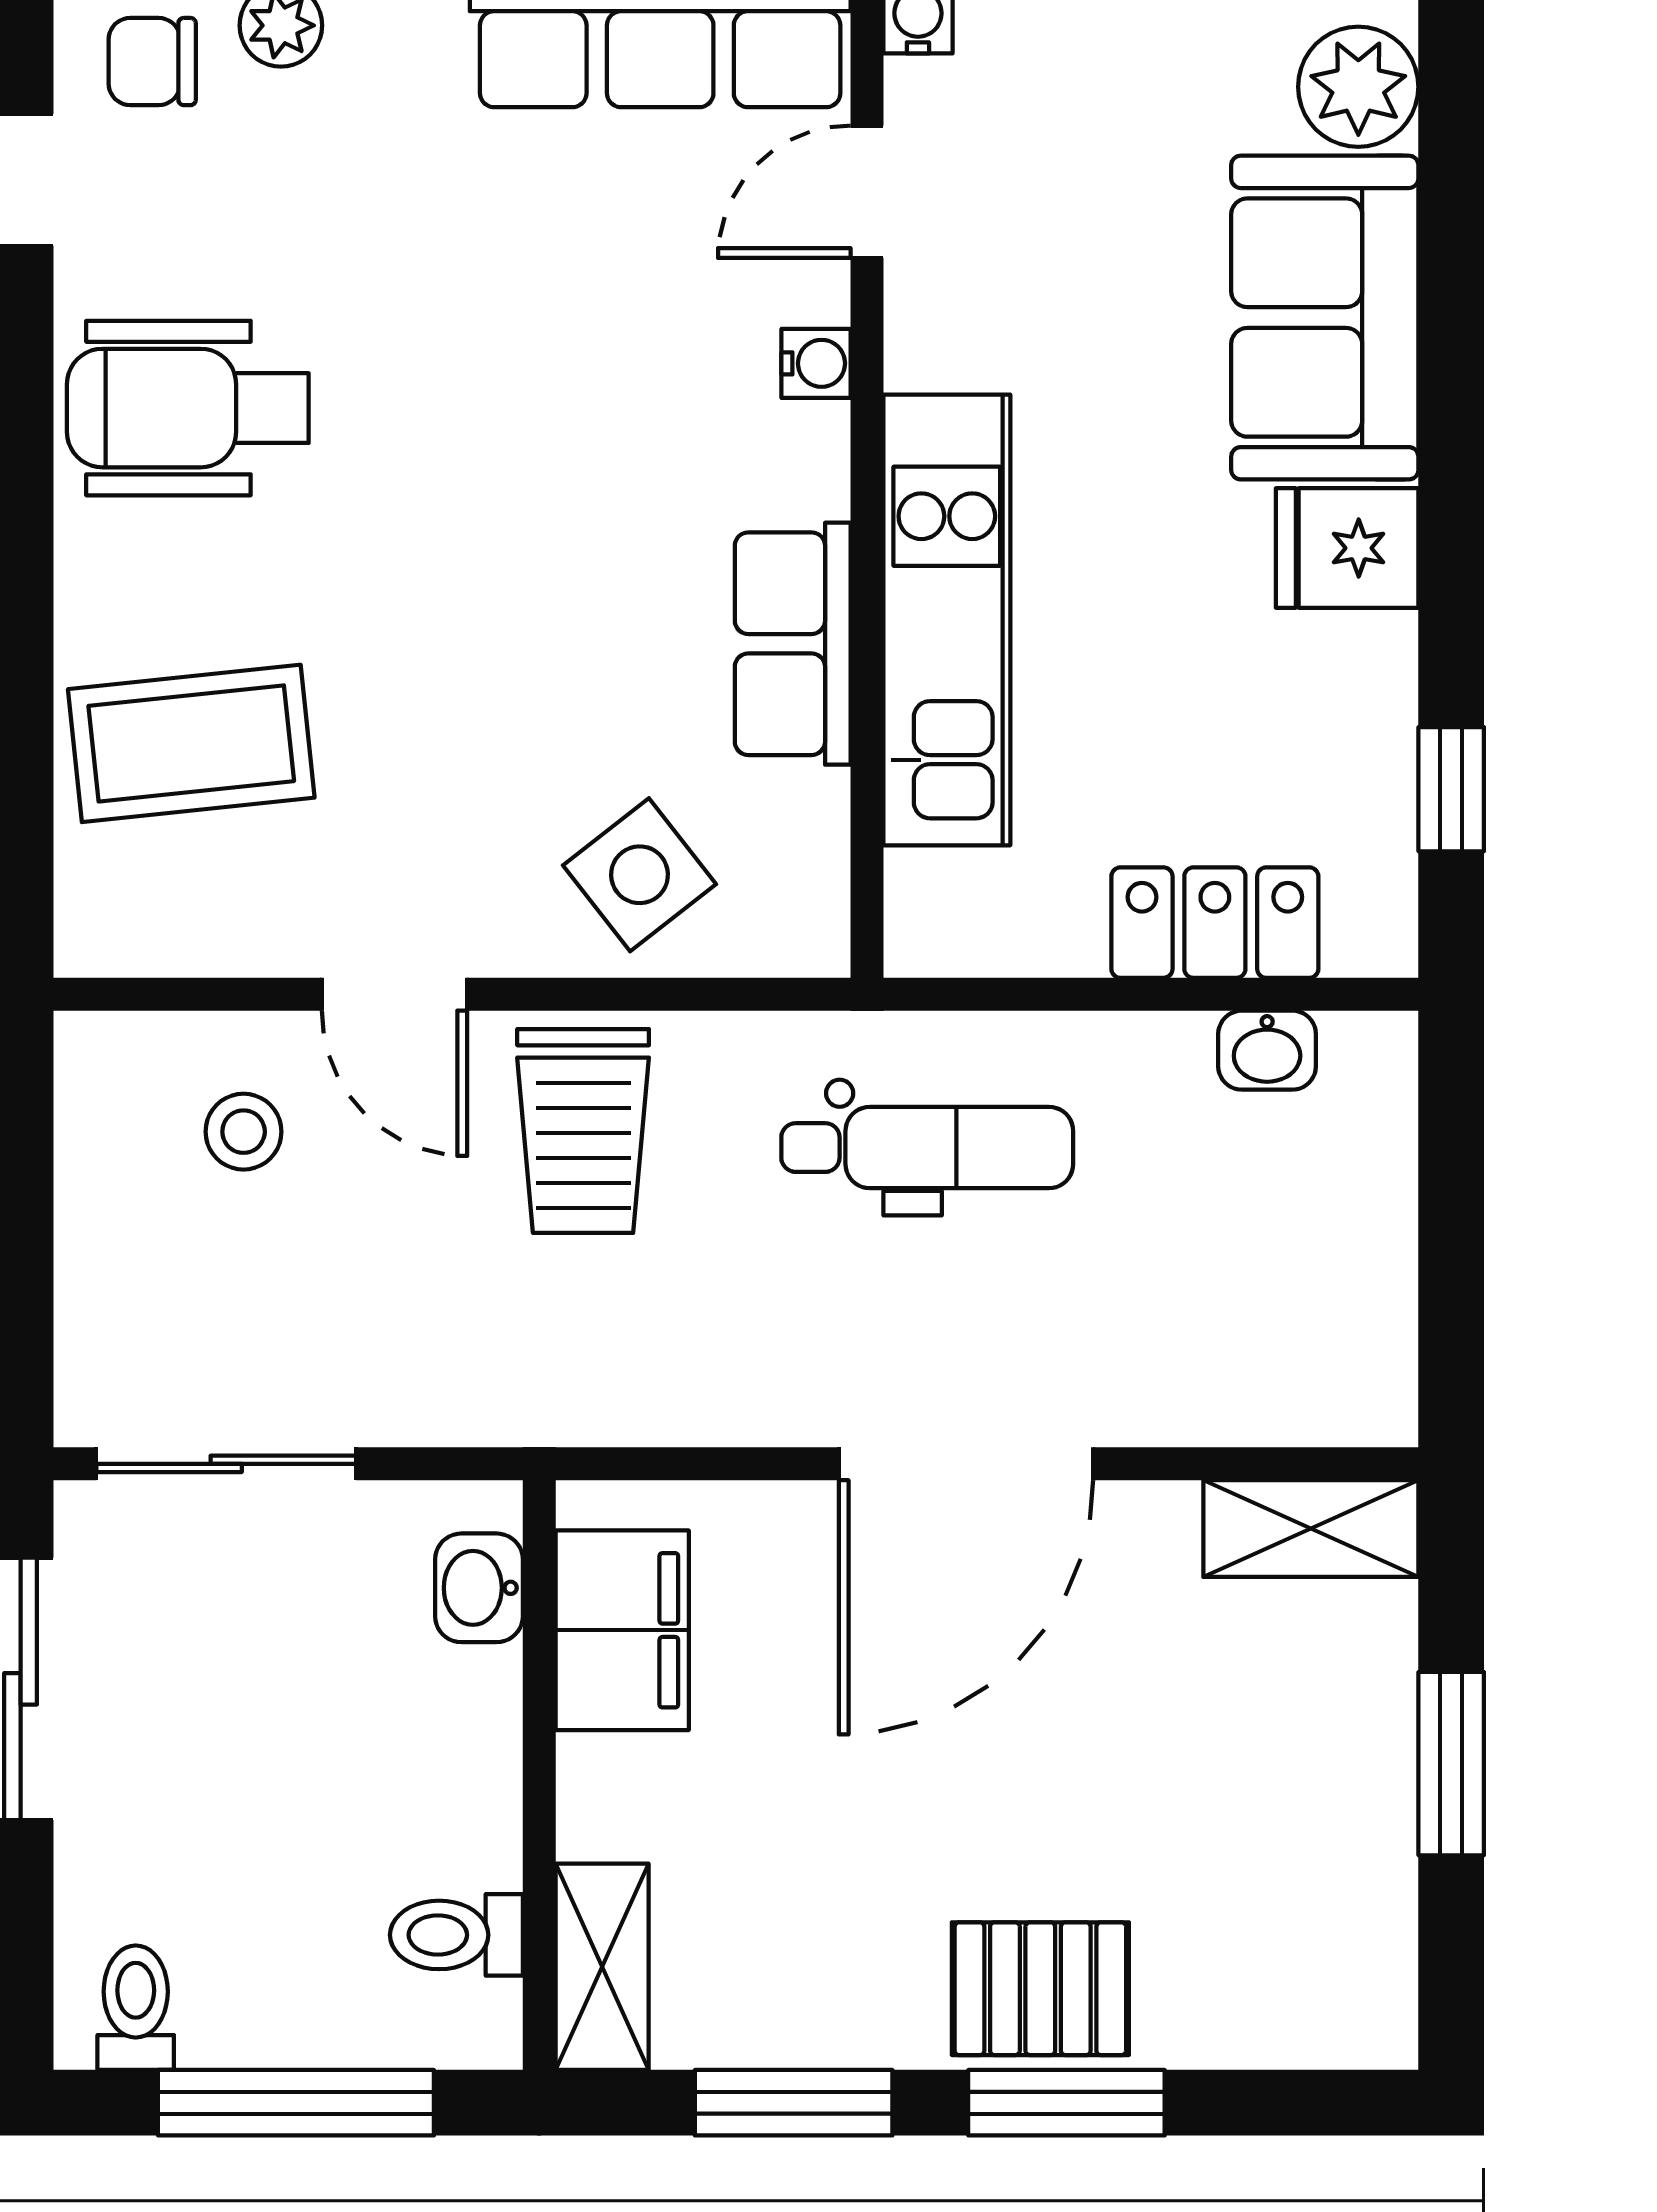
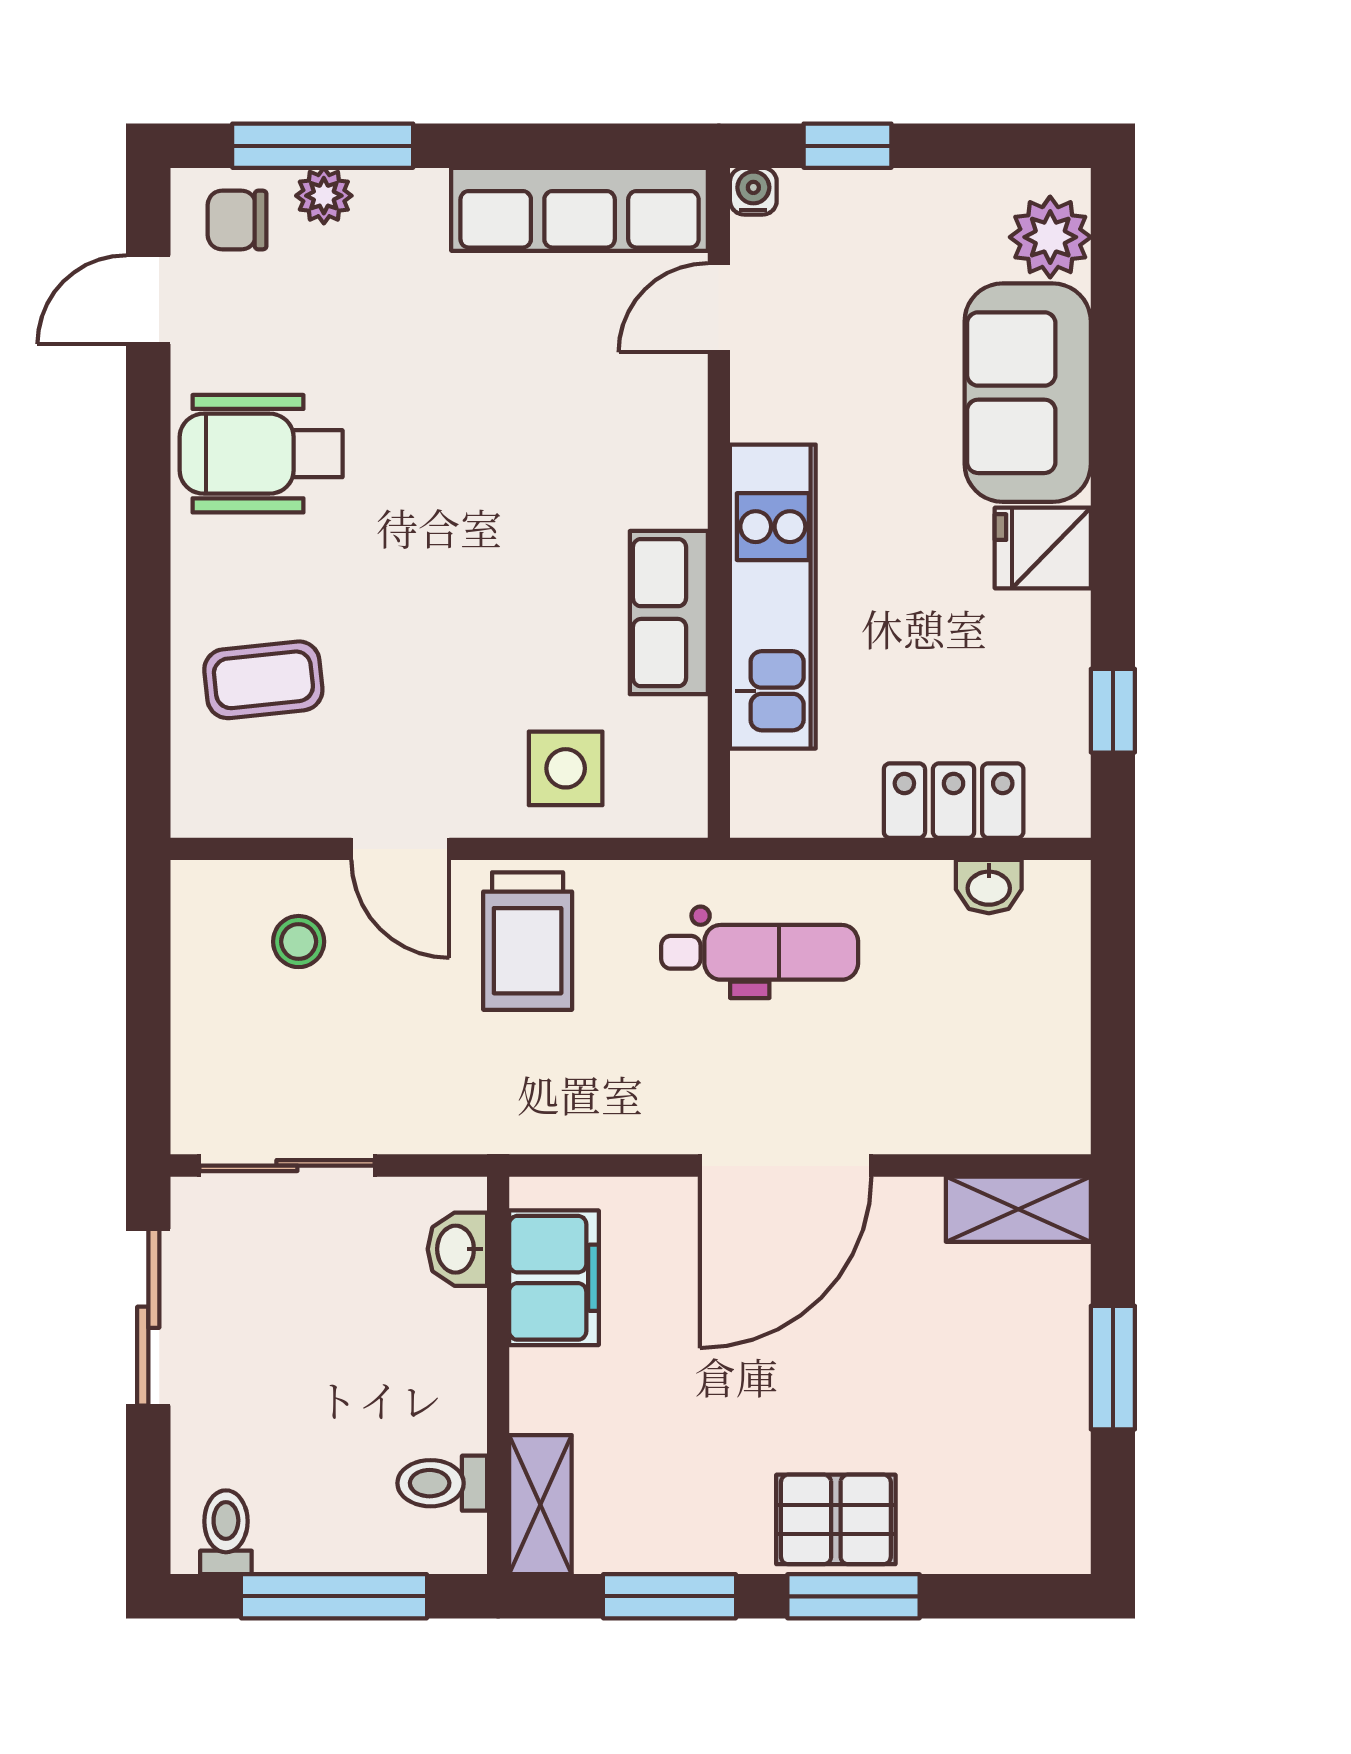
water cooler: (816, 363) -> (685, 424), removed
coffee table: (191, 743) -> (263, 680), width x0.73, depth x0.77
side table: (640, 875) -> (566, 768), turned 38

